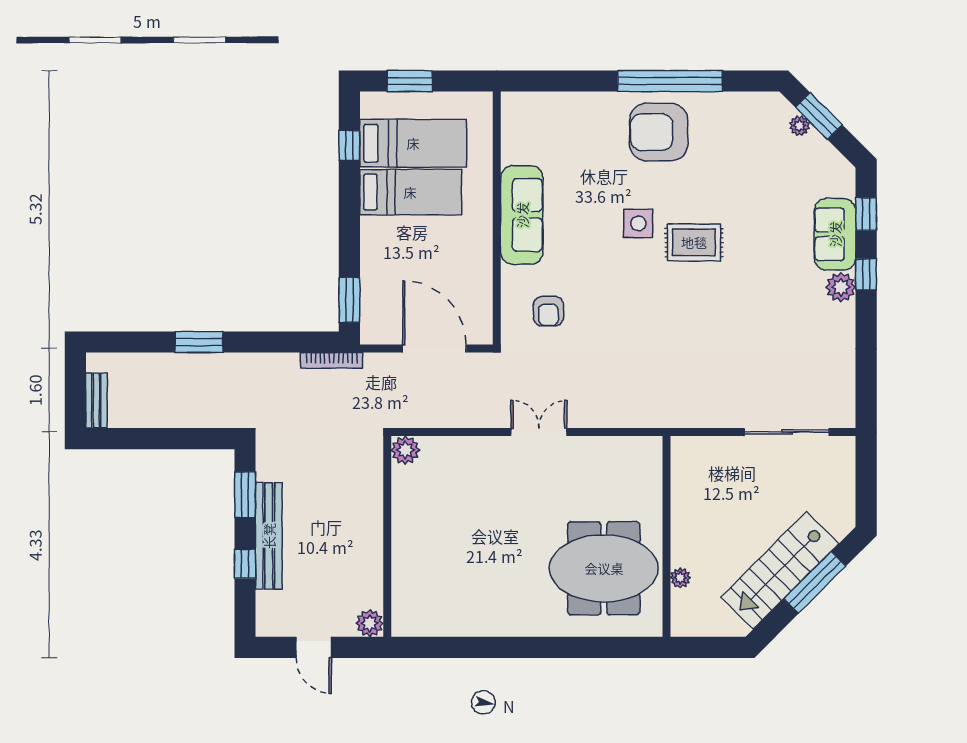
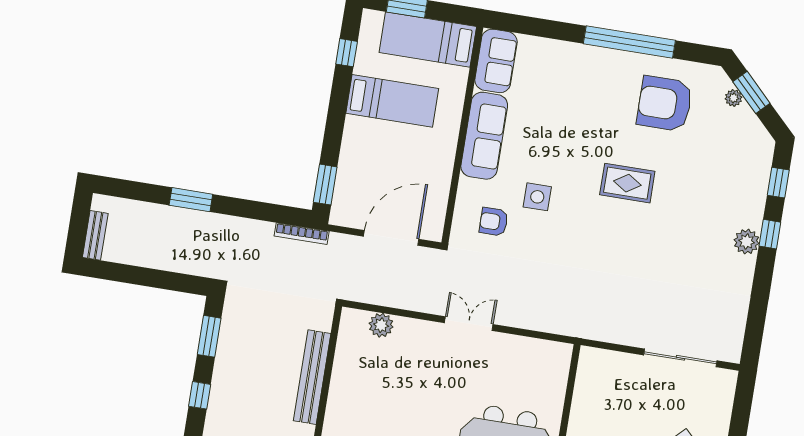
armchair: (659, 132) -> (665, 104), moved
bed: (413, 143) -> (428, 39), moved, turned 180
side table: (638, 223) -> (537, 197), moved
sofa: (835, 234) -> (496, 61), moved, turned 180
armchair: (548, 311) -> (494, 222), turned 90
door: (434, 349) -> (391, 238), hinge flipped
plant: (405, 450) -> (381, 325), moved
bench: (269, 536) -> (312, 377), moved

